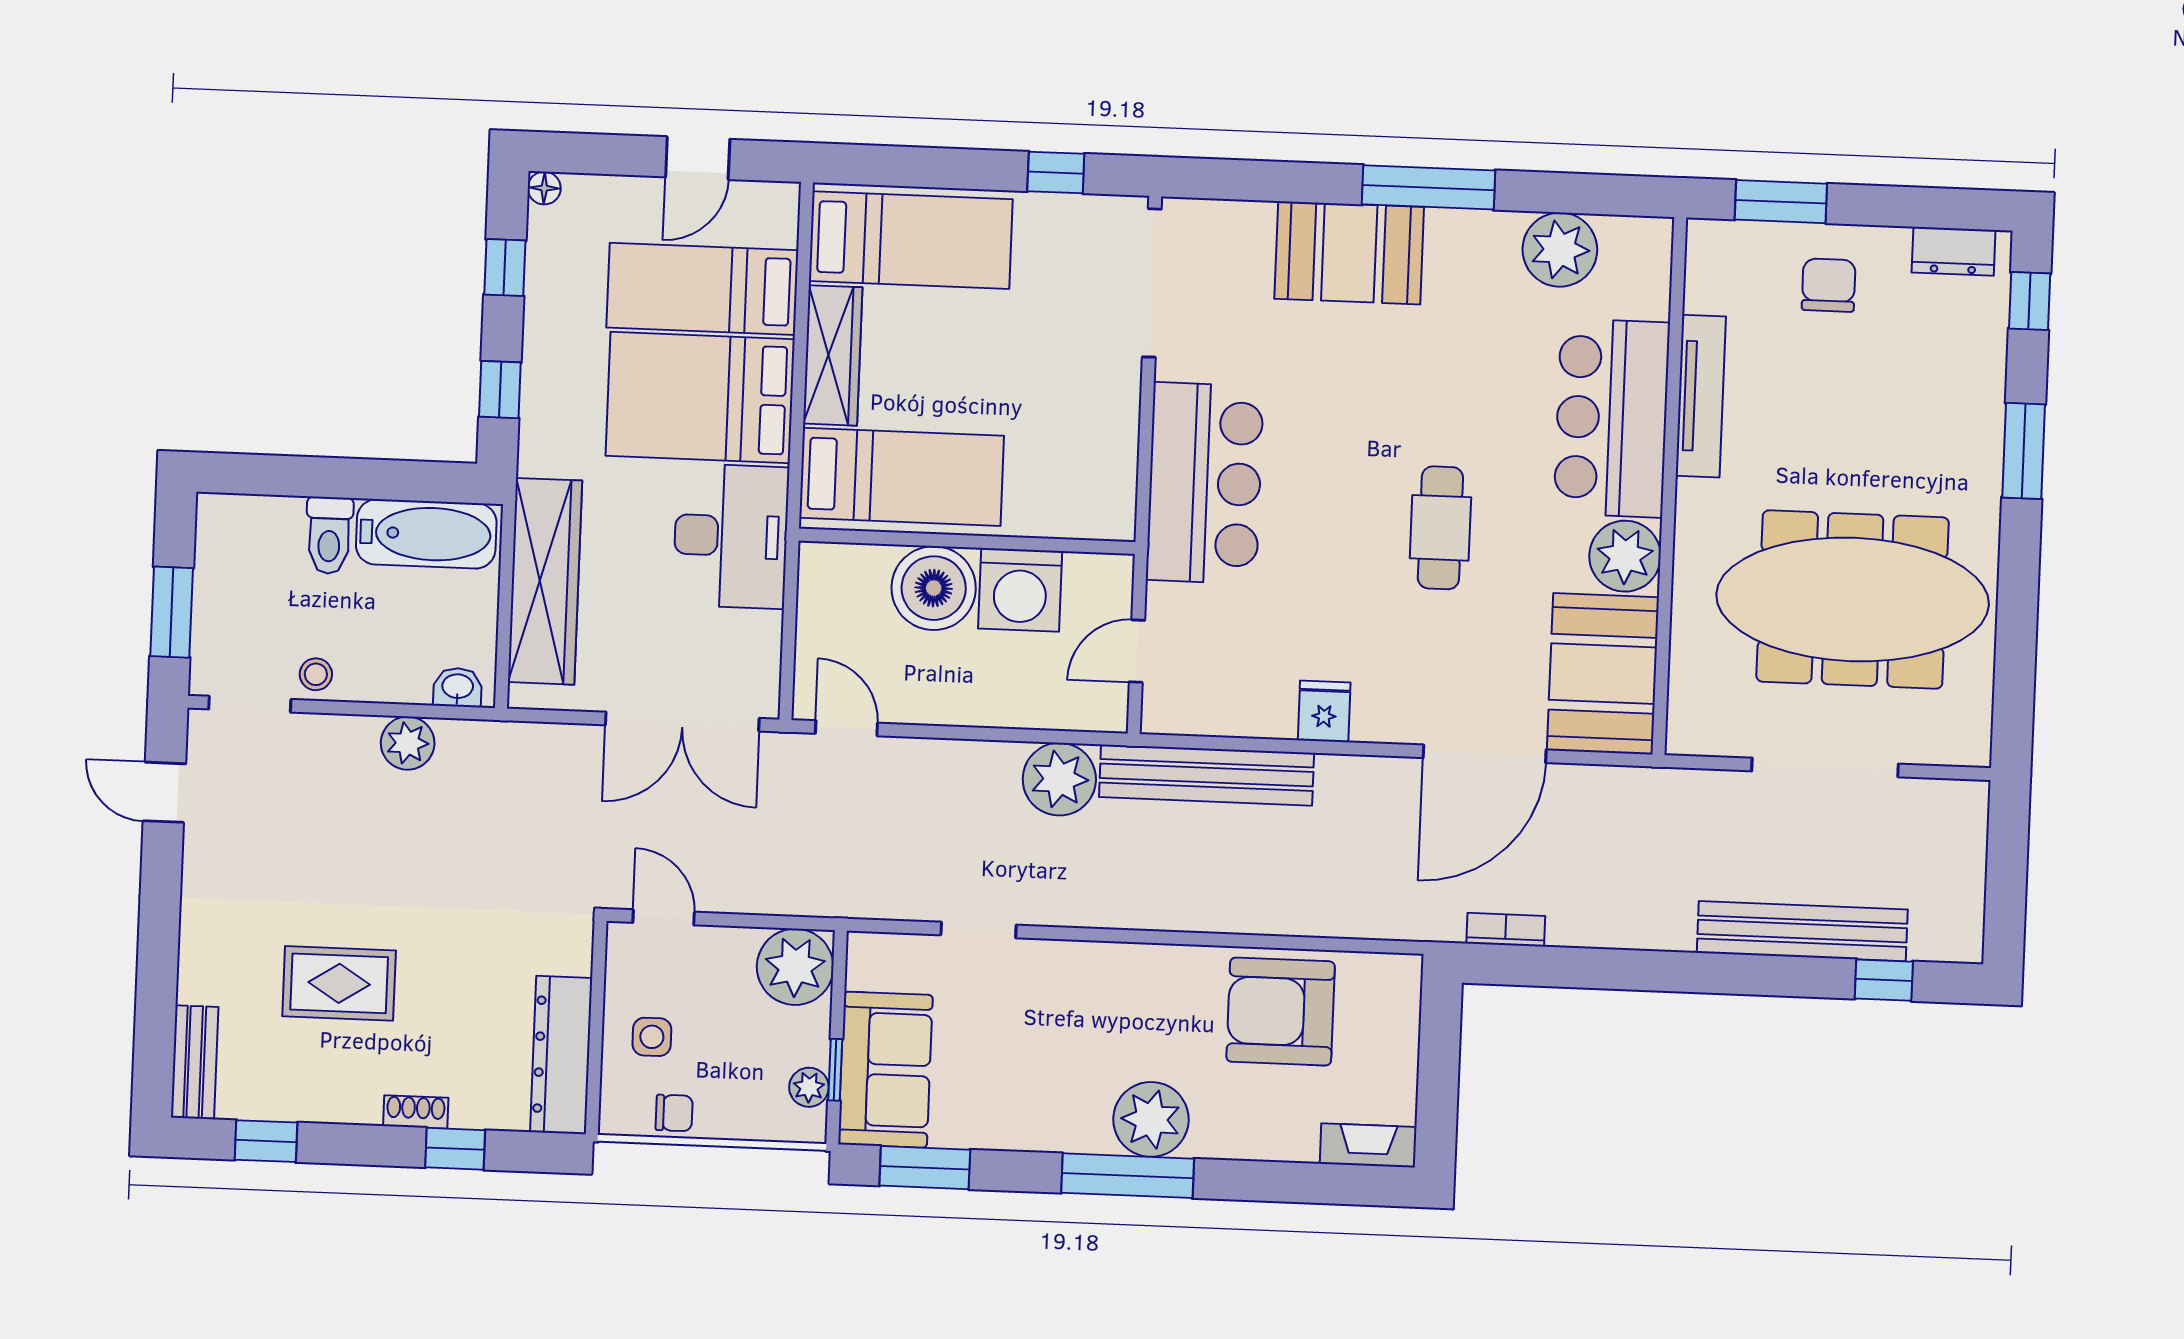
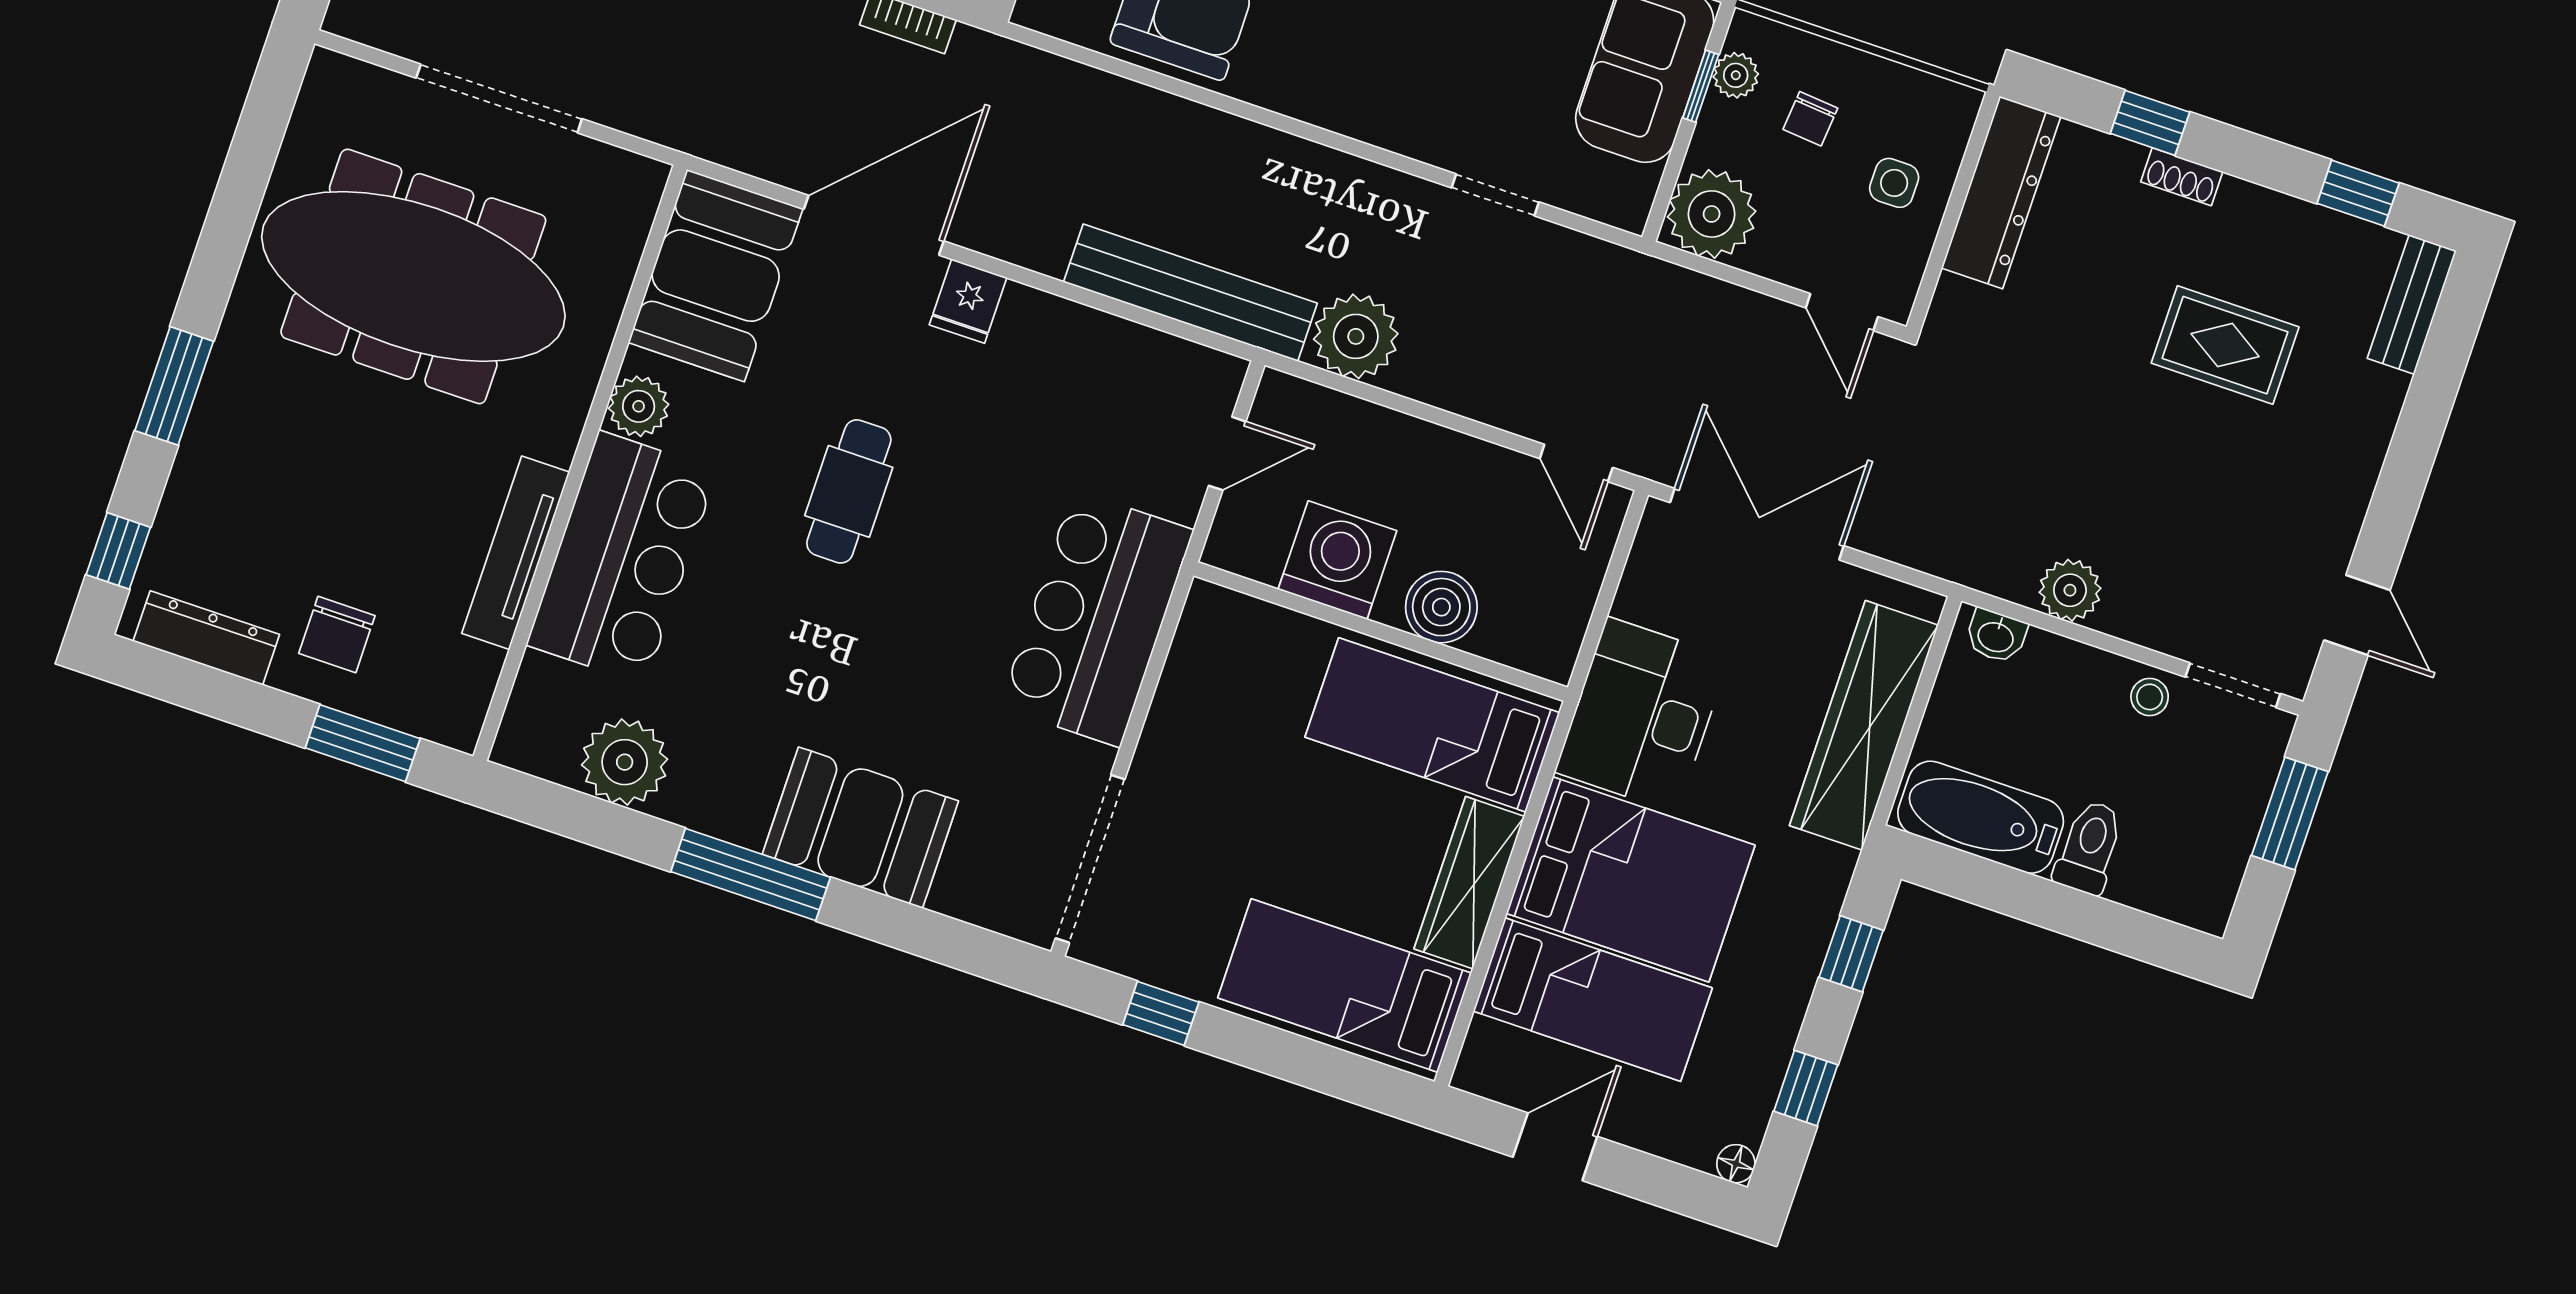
dresser: (1954, 251) -> (206, 638), width x1.44
plant: (1625, 556) -> (639, 406), width x0.73, depth x0.73
boiler: (934, 588) -> (1441, 607), width x0.73, depth x0.73
fridge: (1324, 711) -> (968, 301), moved
chair: (674, 1113) -> (1810, 119), moved, turned -85

